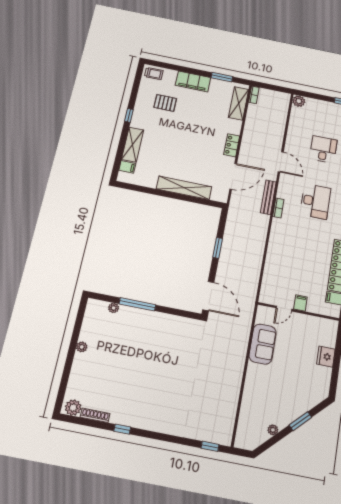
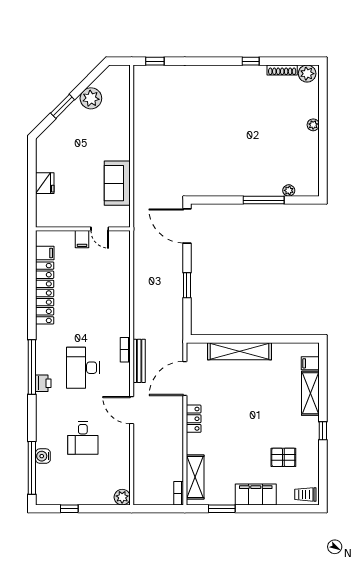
door: (284, 309) -> (100, 229), swing flipped
plant: (82, 347) -> (313, 125), moved
plant: (273, 430) -> (91, 98), width x1.88, depth x1.88

